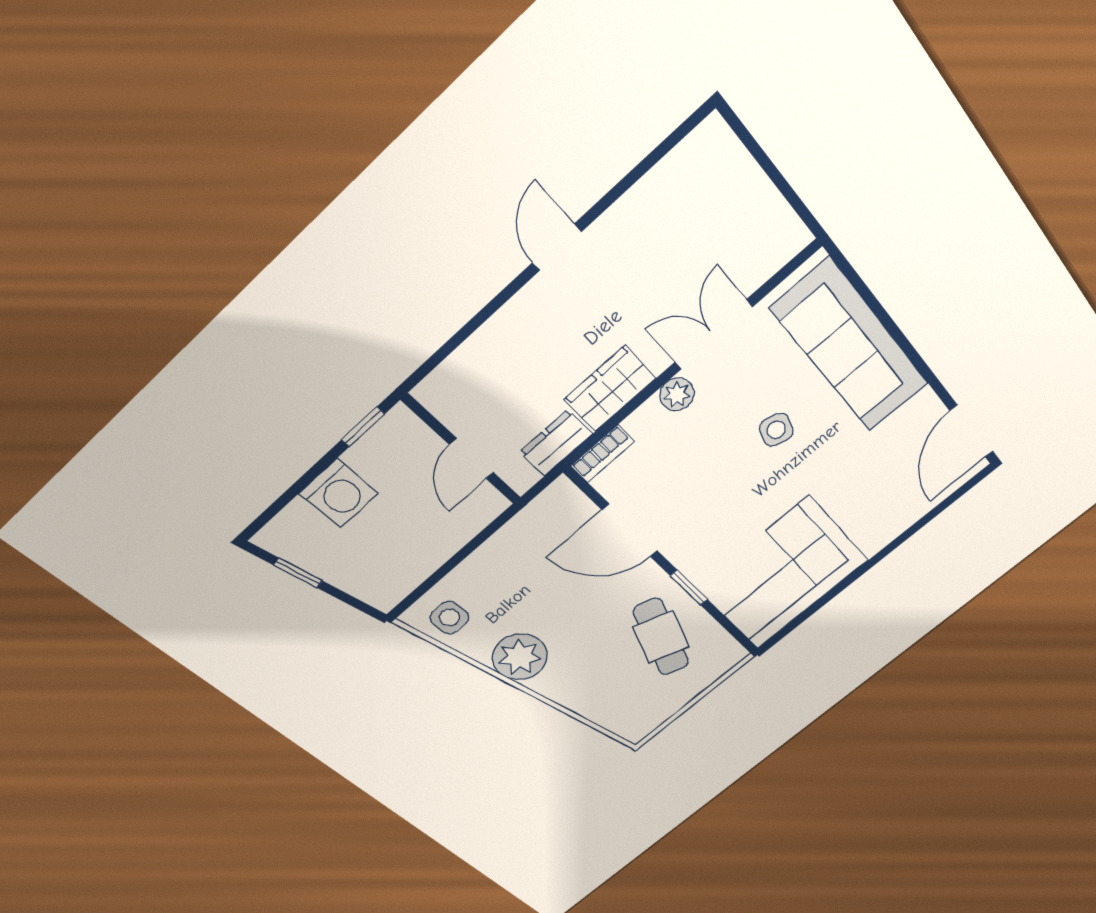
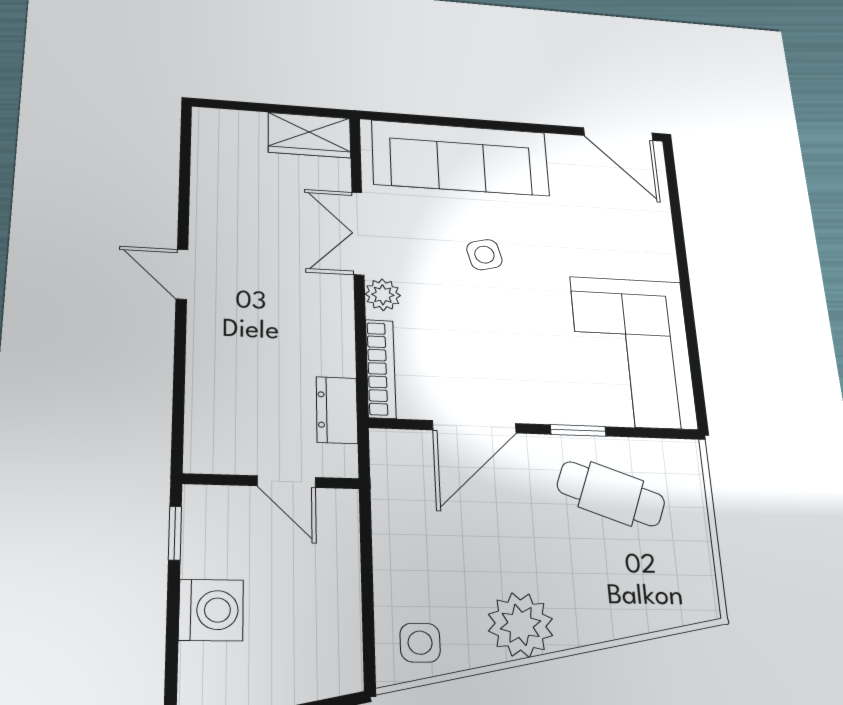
wardrobe: (610, 389) -> (309, 135), moved, turned -90
side table: (776, 430) -> (484, 255), turned -31
bookcase: (602, 454) -> (381, 369), width x1.56

